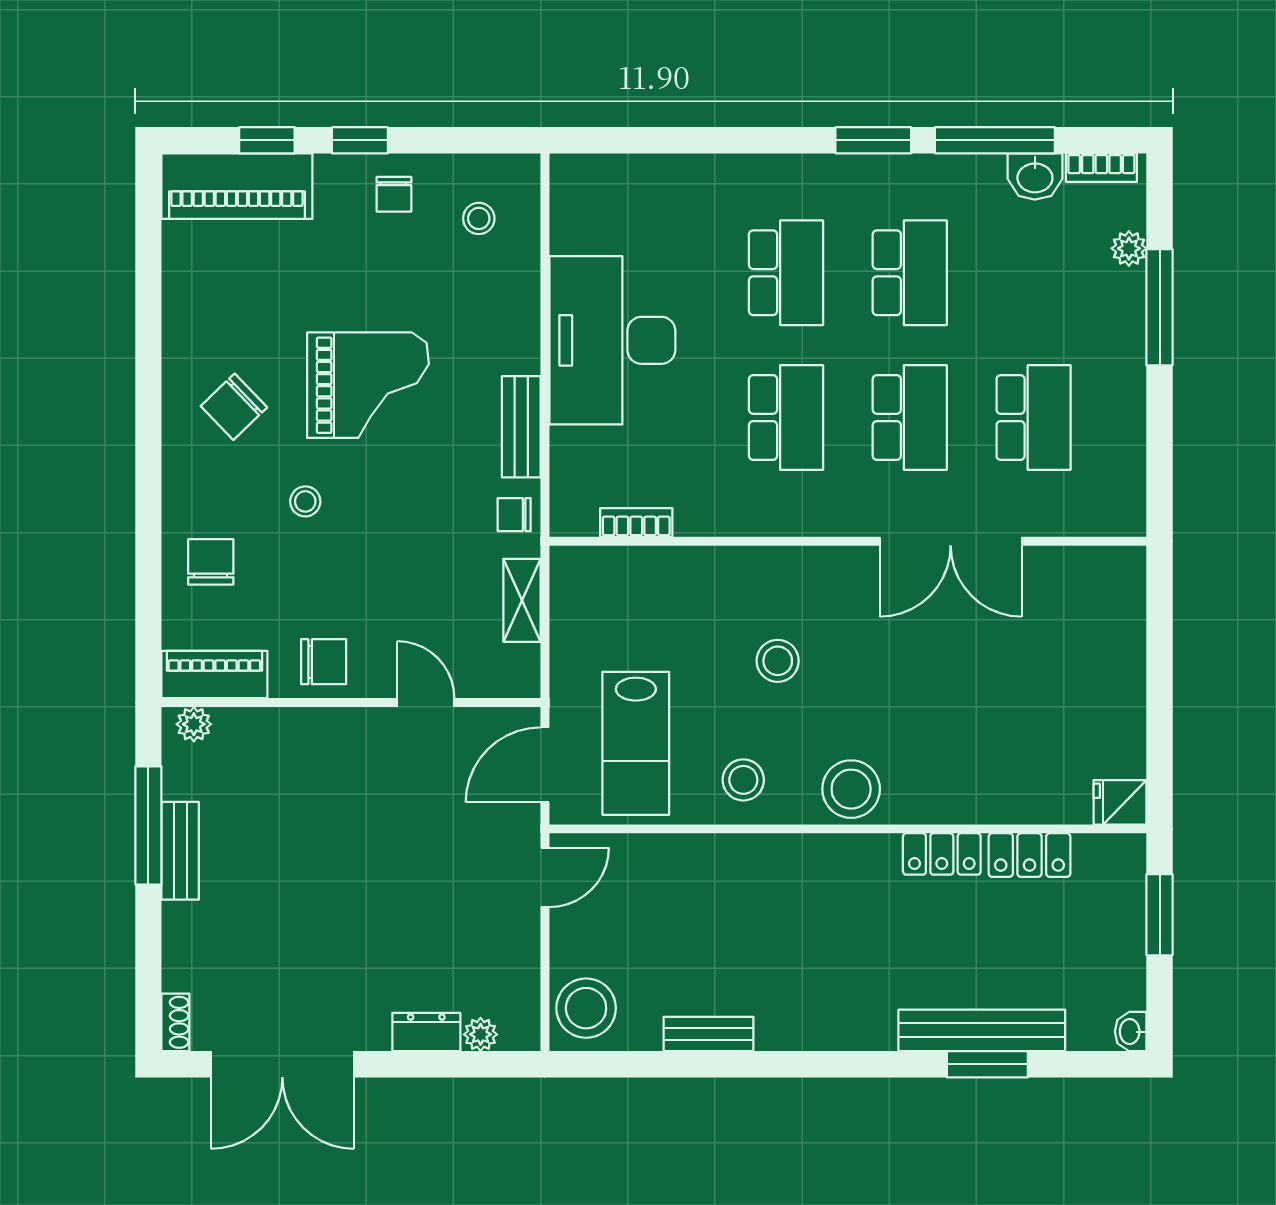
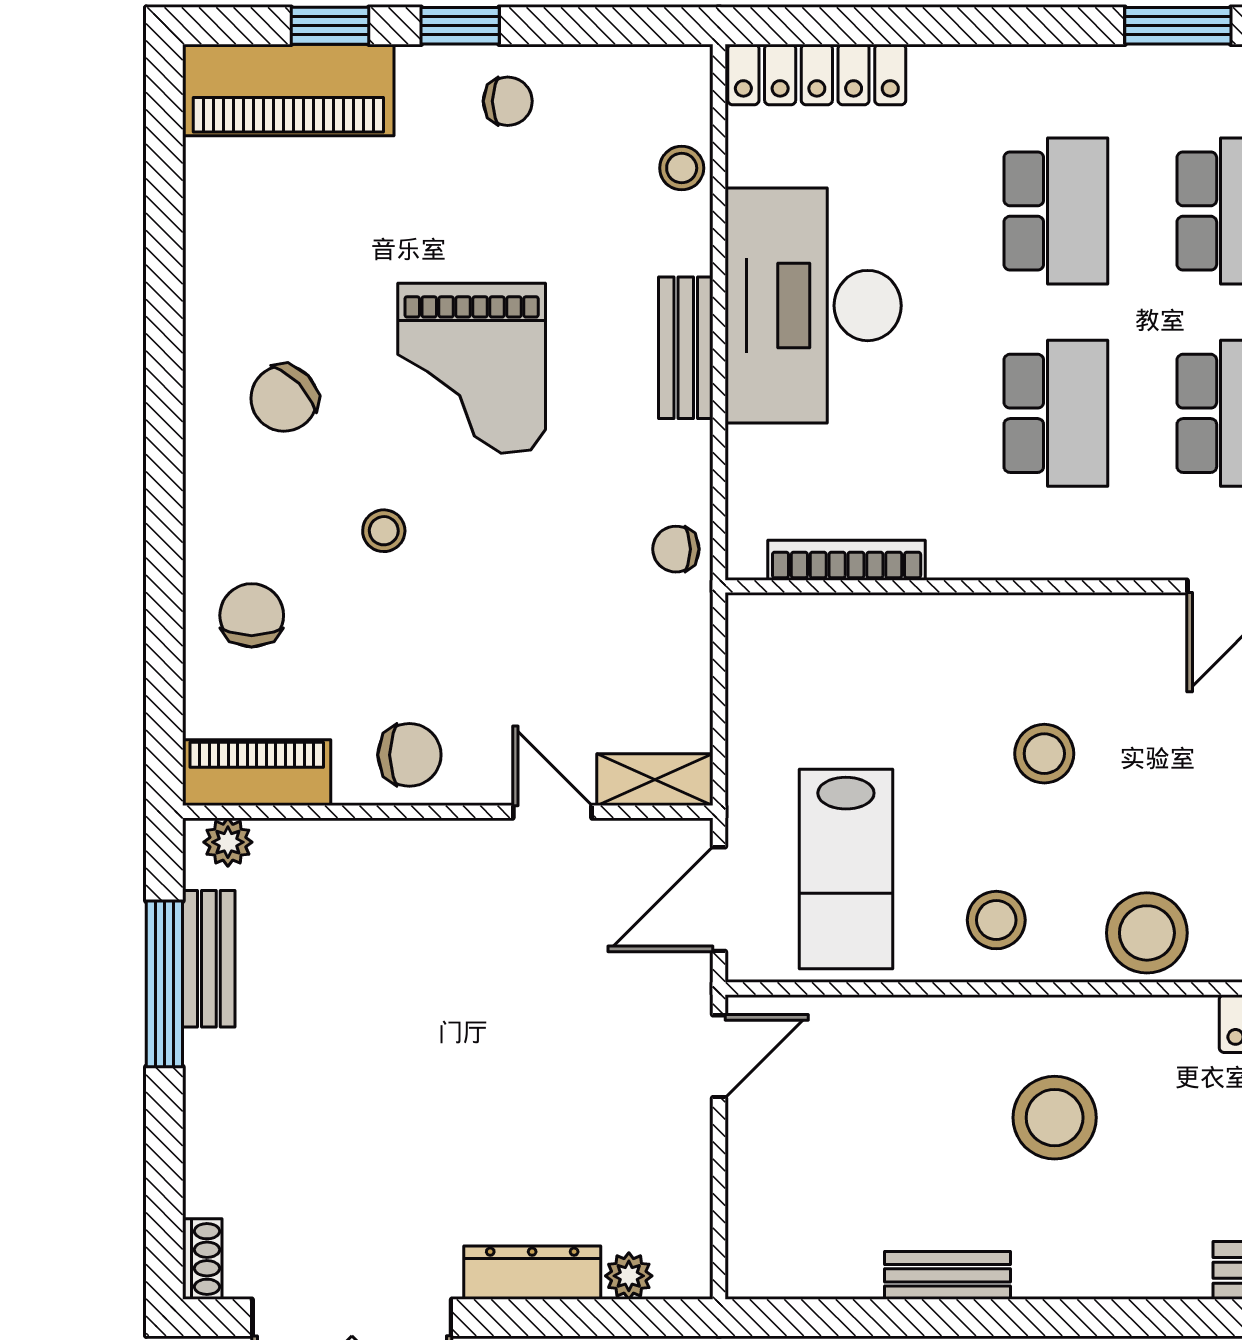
locker: (615, 175) -> (817, 74), added
chair: (394, 194) -> (508, 101), turned -90
stool: (479, 218) -> (682, 168), moved
grand piano: (368, 385) -> (472, 368), turned 90
bench: (521, 427) -> (686, 348), moved
bookcase: (636, 522) -> (847, 560), width x1.56
shelving: (522, 600) -> (655, 780), moved, turned 90
bench: (180, 851) -> (209, 959), moved
stool: (586, 1008) -> (1055, 1118), moved
dresser: (426, 1032) -> (532, 1273), width x1.44

